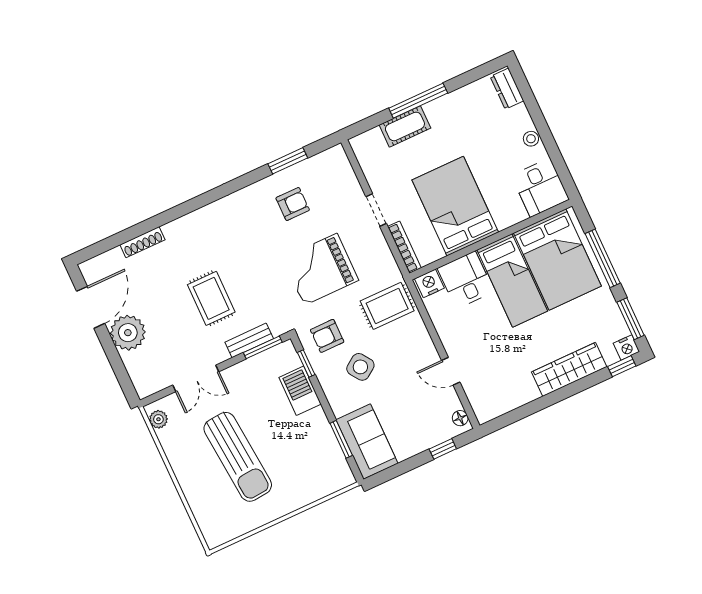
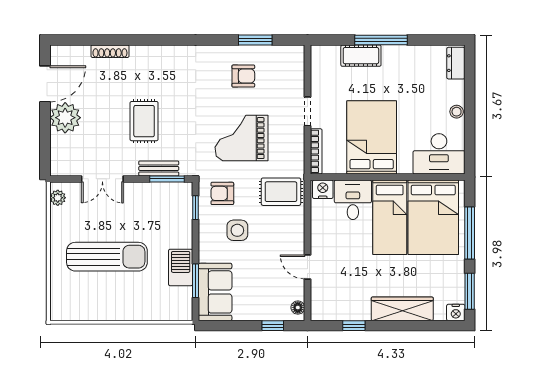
desk: (540, 188) -> (439, 154), width x1.37
window: (622, 366) -> (354, 326), moved
side table: (360, 367) -> (237, 230), turned 35
barbecue: (300, 391) -> (181, 267), moved
sun lounger: (238, 457) -> (107, 257), turned -85

